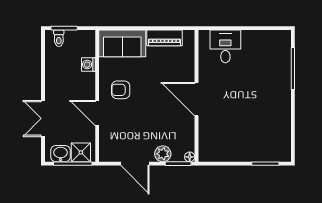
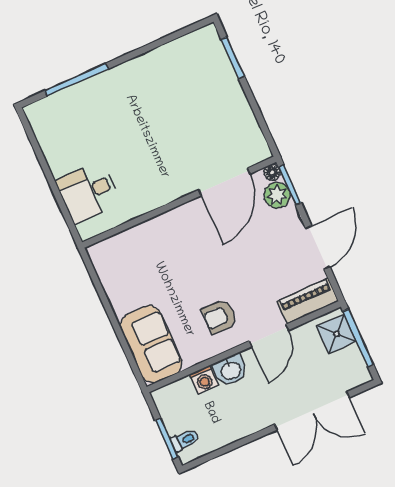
piano: (164, 38) -> (308, 301), moved, turned -90
armchair: (121, 90) -> (220, 316), turned 90
door: (197, 99) -> (224, 182), moved
double door: (43, 118) -> (312, 411), width x1.37
washbasin: (61, 154) -> (230, 370), moved, turned -90
plant: (163, 154) -> (277, 195), moved

